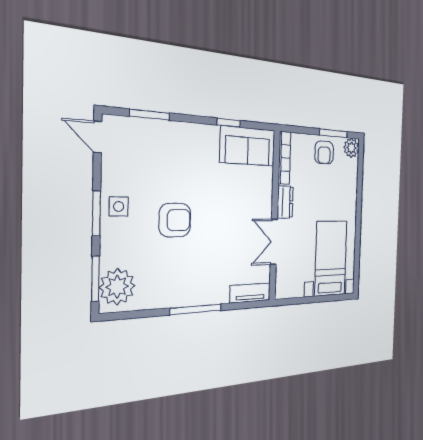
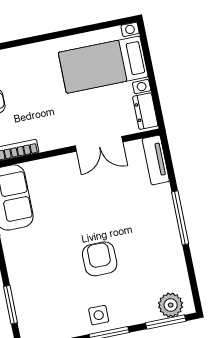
dresser: (285, 202) -> (145, 111), moved, turned -90
plant: (117, 287) -> (171, 305), width x0.73, depth x0.73

